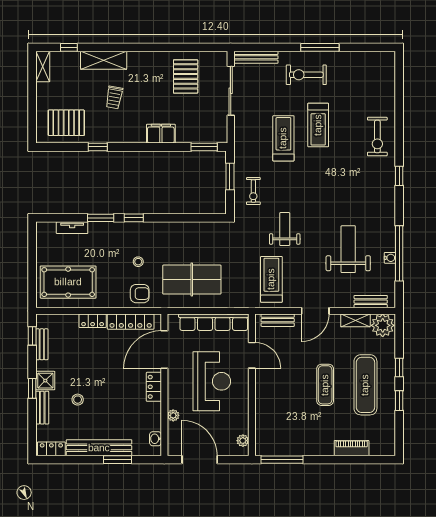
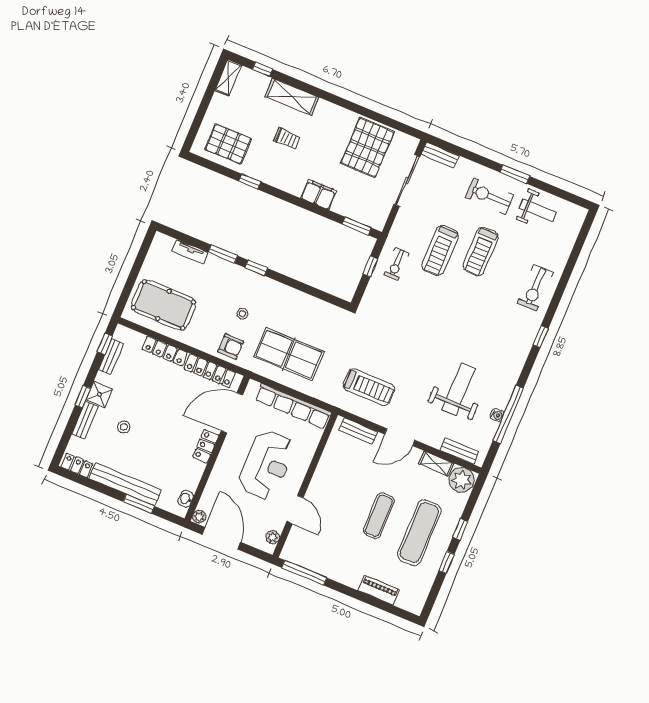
window: (320, 47) -> (515, 174), width x0.69
bench: (256, 57) -> (440, 155), width x0.73
pallet: (186, 76) -> (368, 147), width x1.37, depth x1.41
trolley: (114, 97) -> (287, 139), turned -100
treadmill: (283, 138) -> (440, 250), turned 180
window: (230, 177) -> (370, 266), width x0.67
exercise bike: (253, 191) -> (397, 264), moved
weight bench: (285, 229) -> (538, 210), moved, turned 90
treadmill: (271, 279) -> (369, 387), turned 90
locker: (93, 321) -> (165, 351), width x1.53
door: (252, 355) -> (295, 510), moved
plant: (173, 415) -> (199, 517), moved

